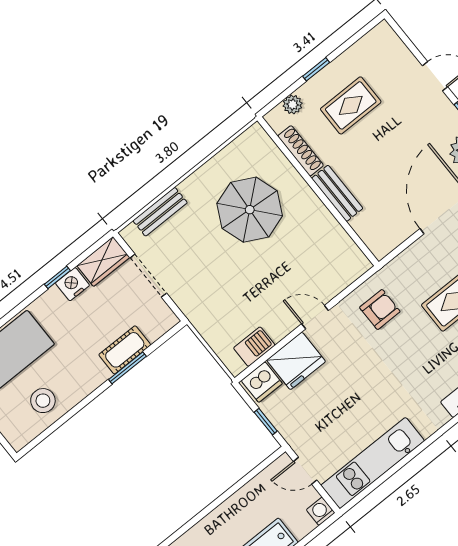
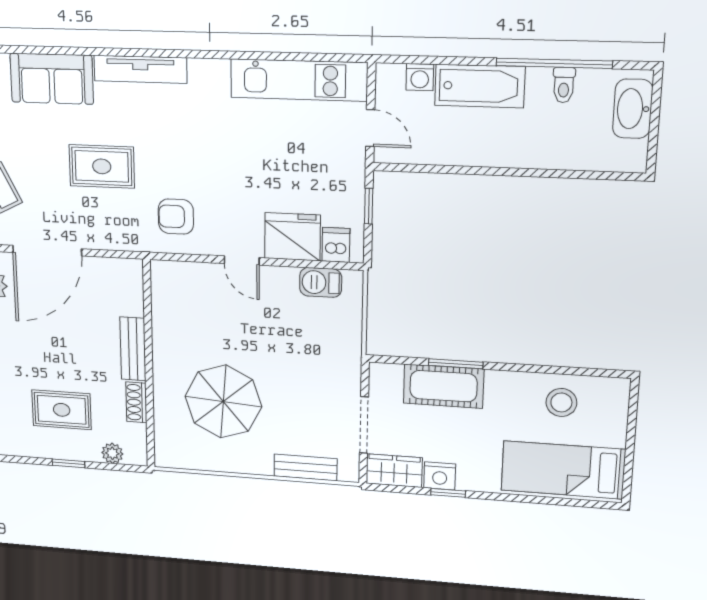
shoe rack: (301, 151) -> (136, 402), width x0.70
cot: (125, 350) -> (443, 386), width x1.37, depth x1.34
dishwasher: (262, 382) -> (336, 245), width x0.73
washing machine: (321, 511) -> (420, 77), moved

